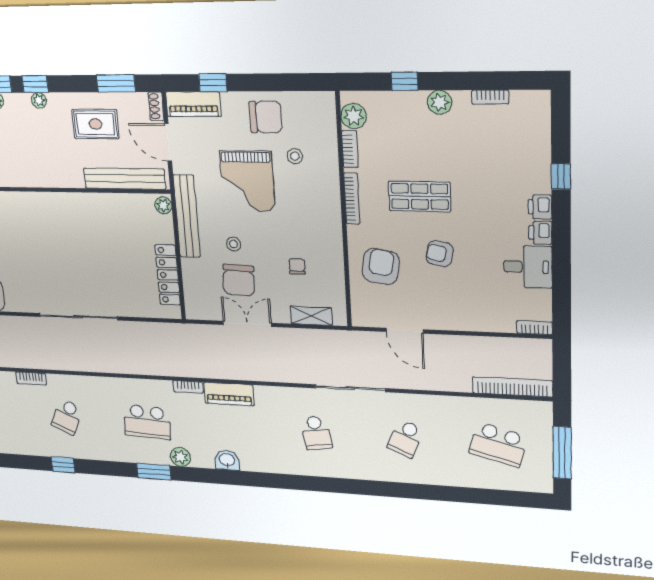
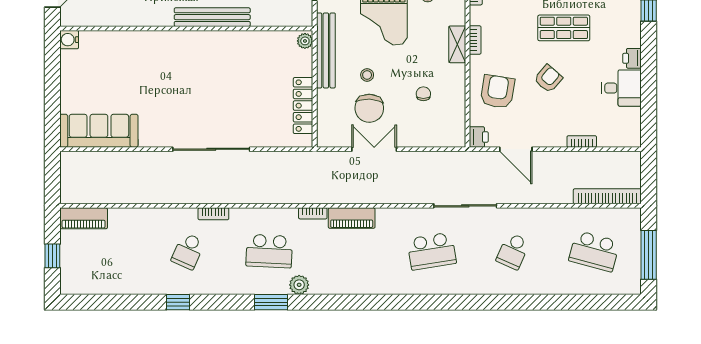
bench: (124, 179) -> (212, 17), moved
shop shelf: (420, 196) -> (564, 28), moved
bookcase: (352, 199) -> (475, 40), width x0.64
printer: (540, 207) -> (479, 137), moved, turned 180
armchair: (440, 254) -> (548, 79), turned 120
shelving: (311, 316) -> (457, 44), moved, turned 90
bookcase: (535, 328) -> (582, 141), moved
bookcase: (31, 378) -> (213, 214), moved
school desk: (316, 433) -> (432, 251), width x1.85
washbasin: (227, 460) -> (345, 285), removed

